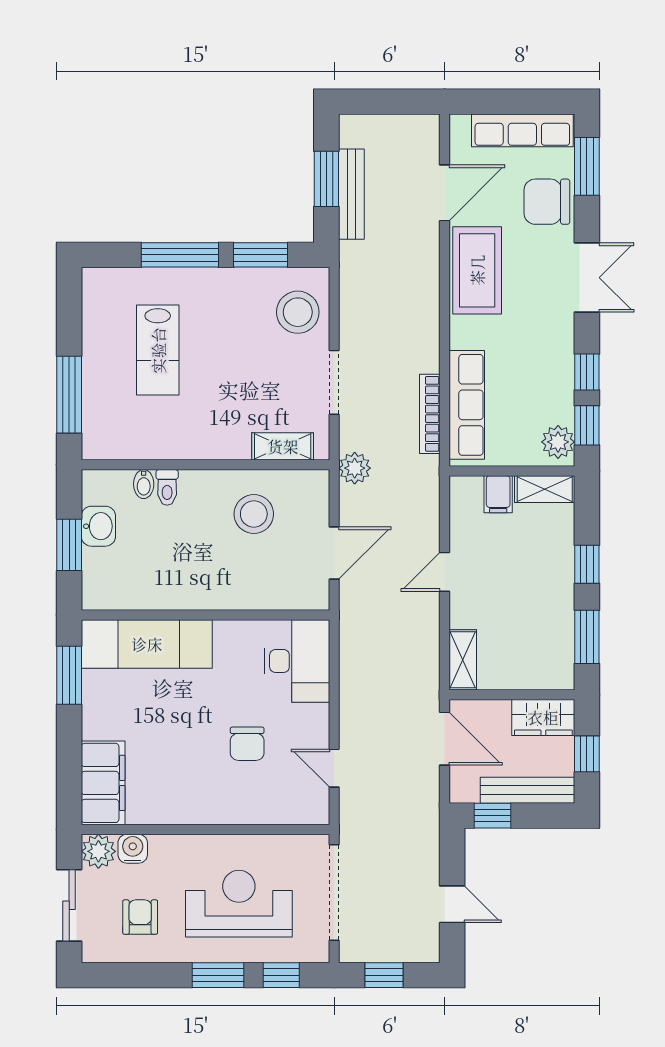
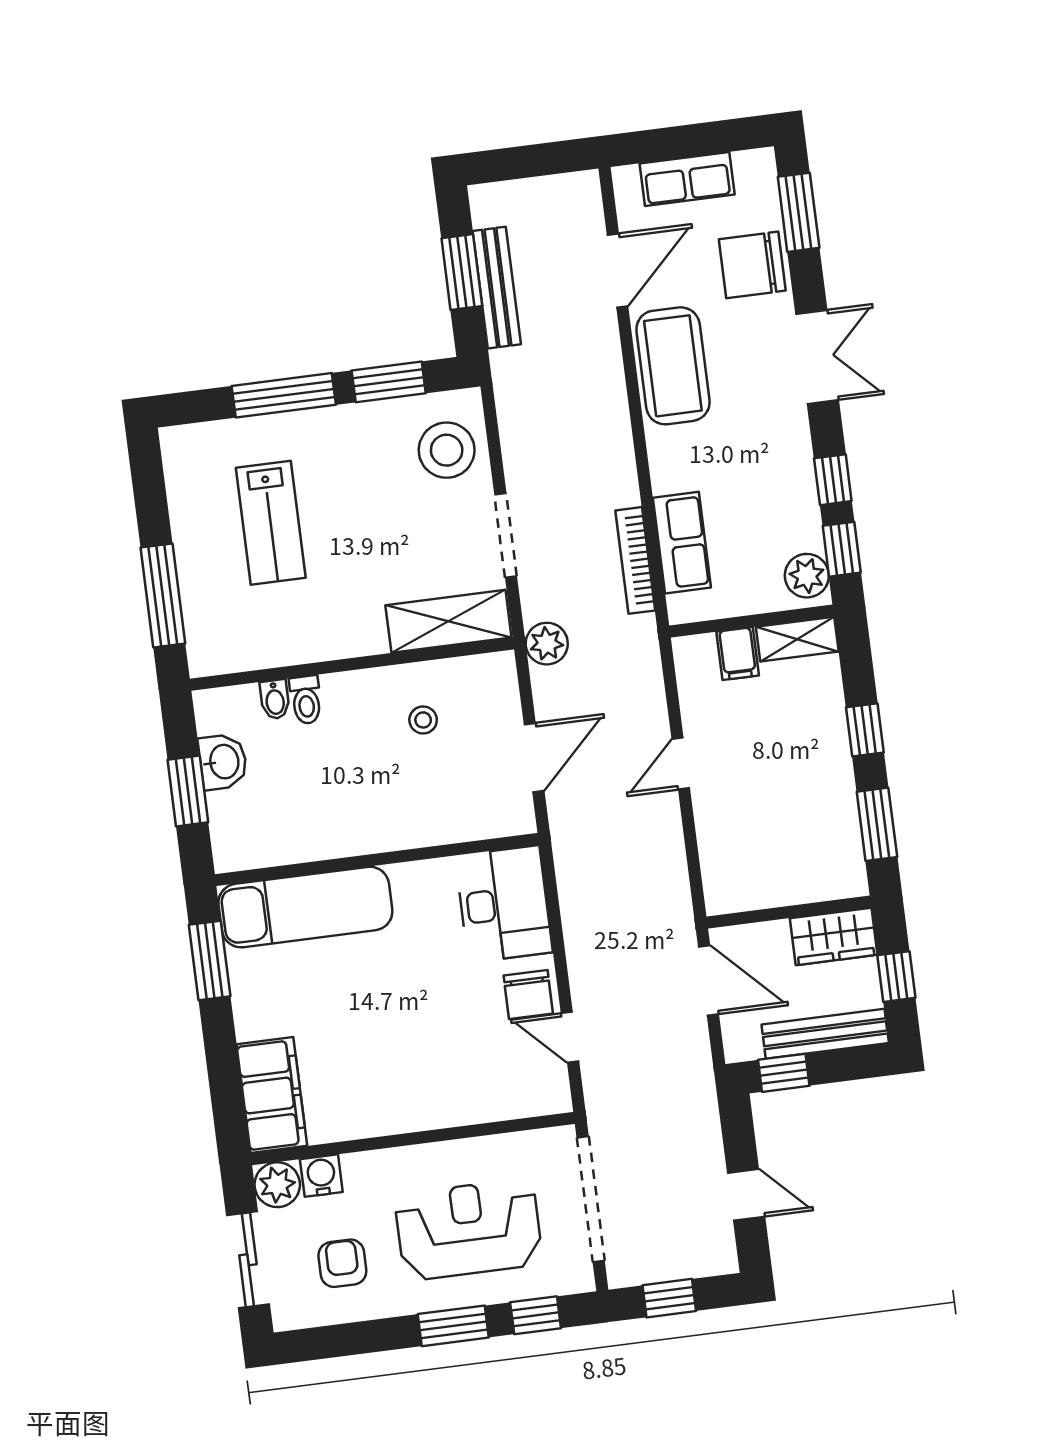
row of seats: (522, 130) -> (687, 179), width x0.68
row of seats: (467, 405) -> (682, 543), width x0.68
shelving: (283, 446) -> (448, 621), width x1.50, depth x1.33
stool: (254, 514) -> (423, 720), width x0.53, depth x0.53
shelving: (463, 660) -> (719, 875), removed
chair: (247, 744) -> (528, 995), moved

